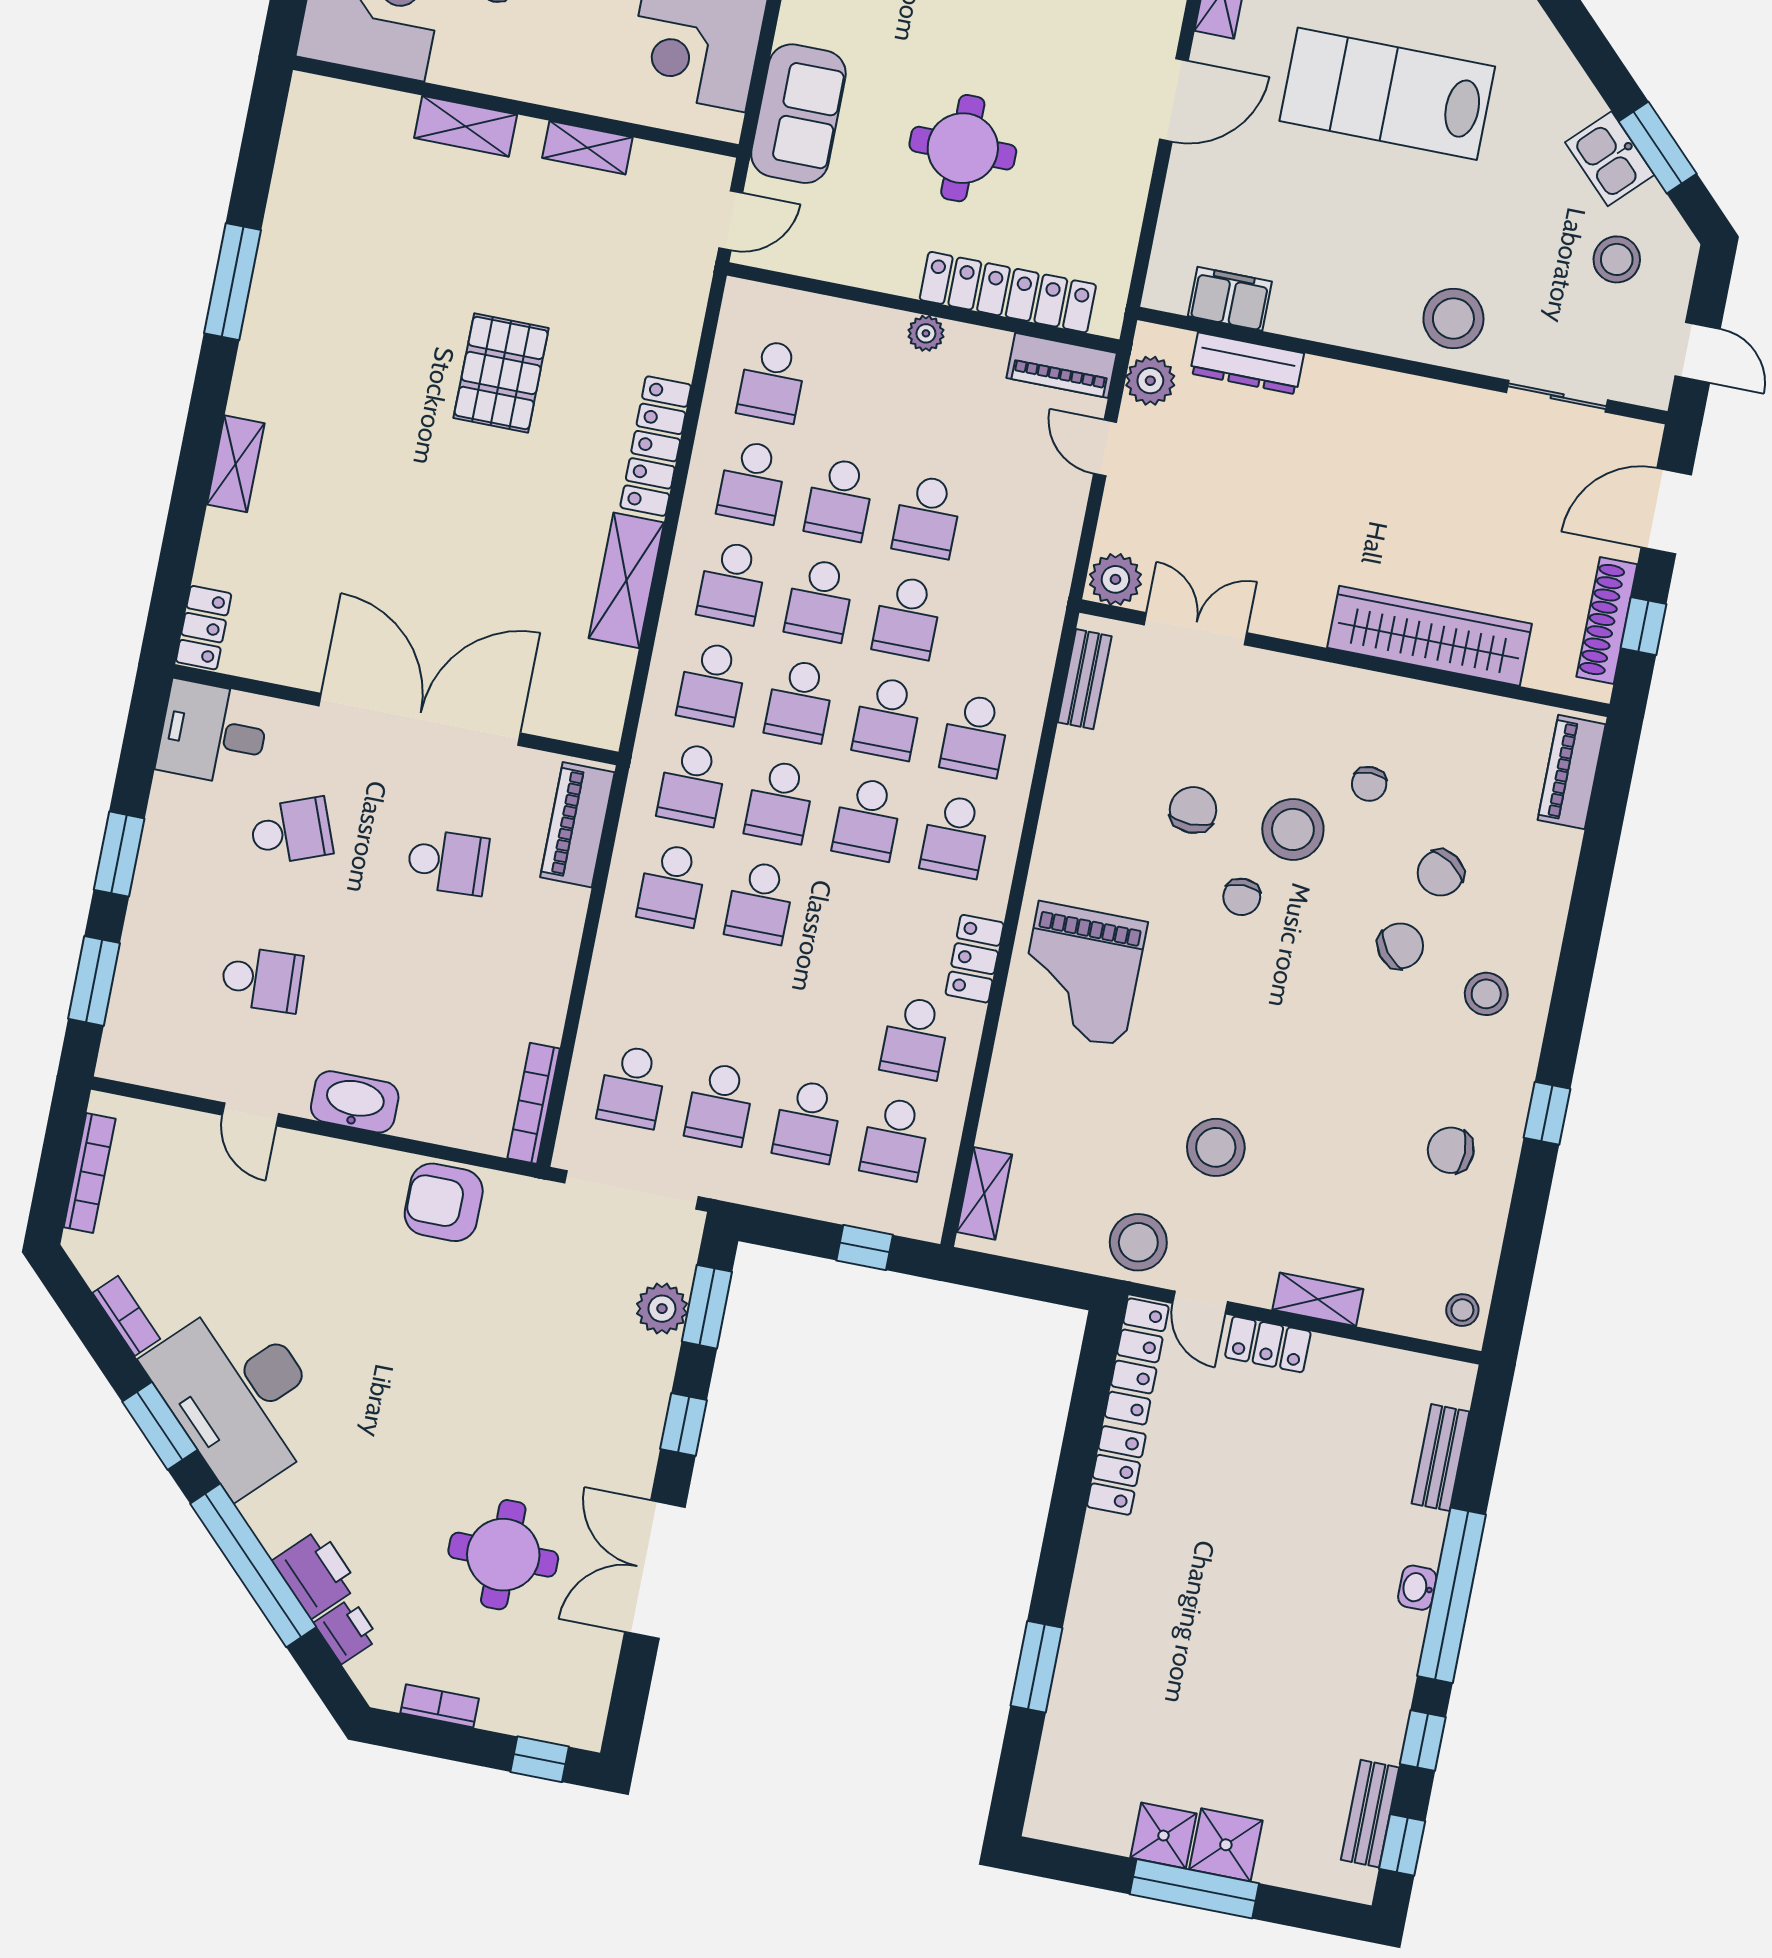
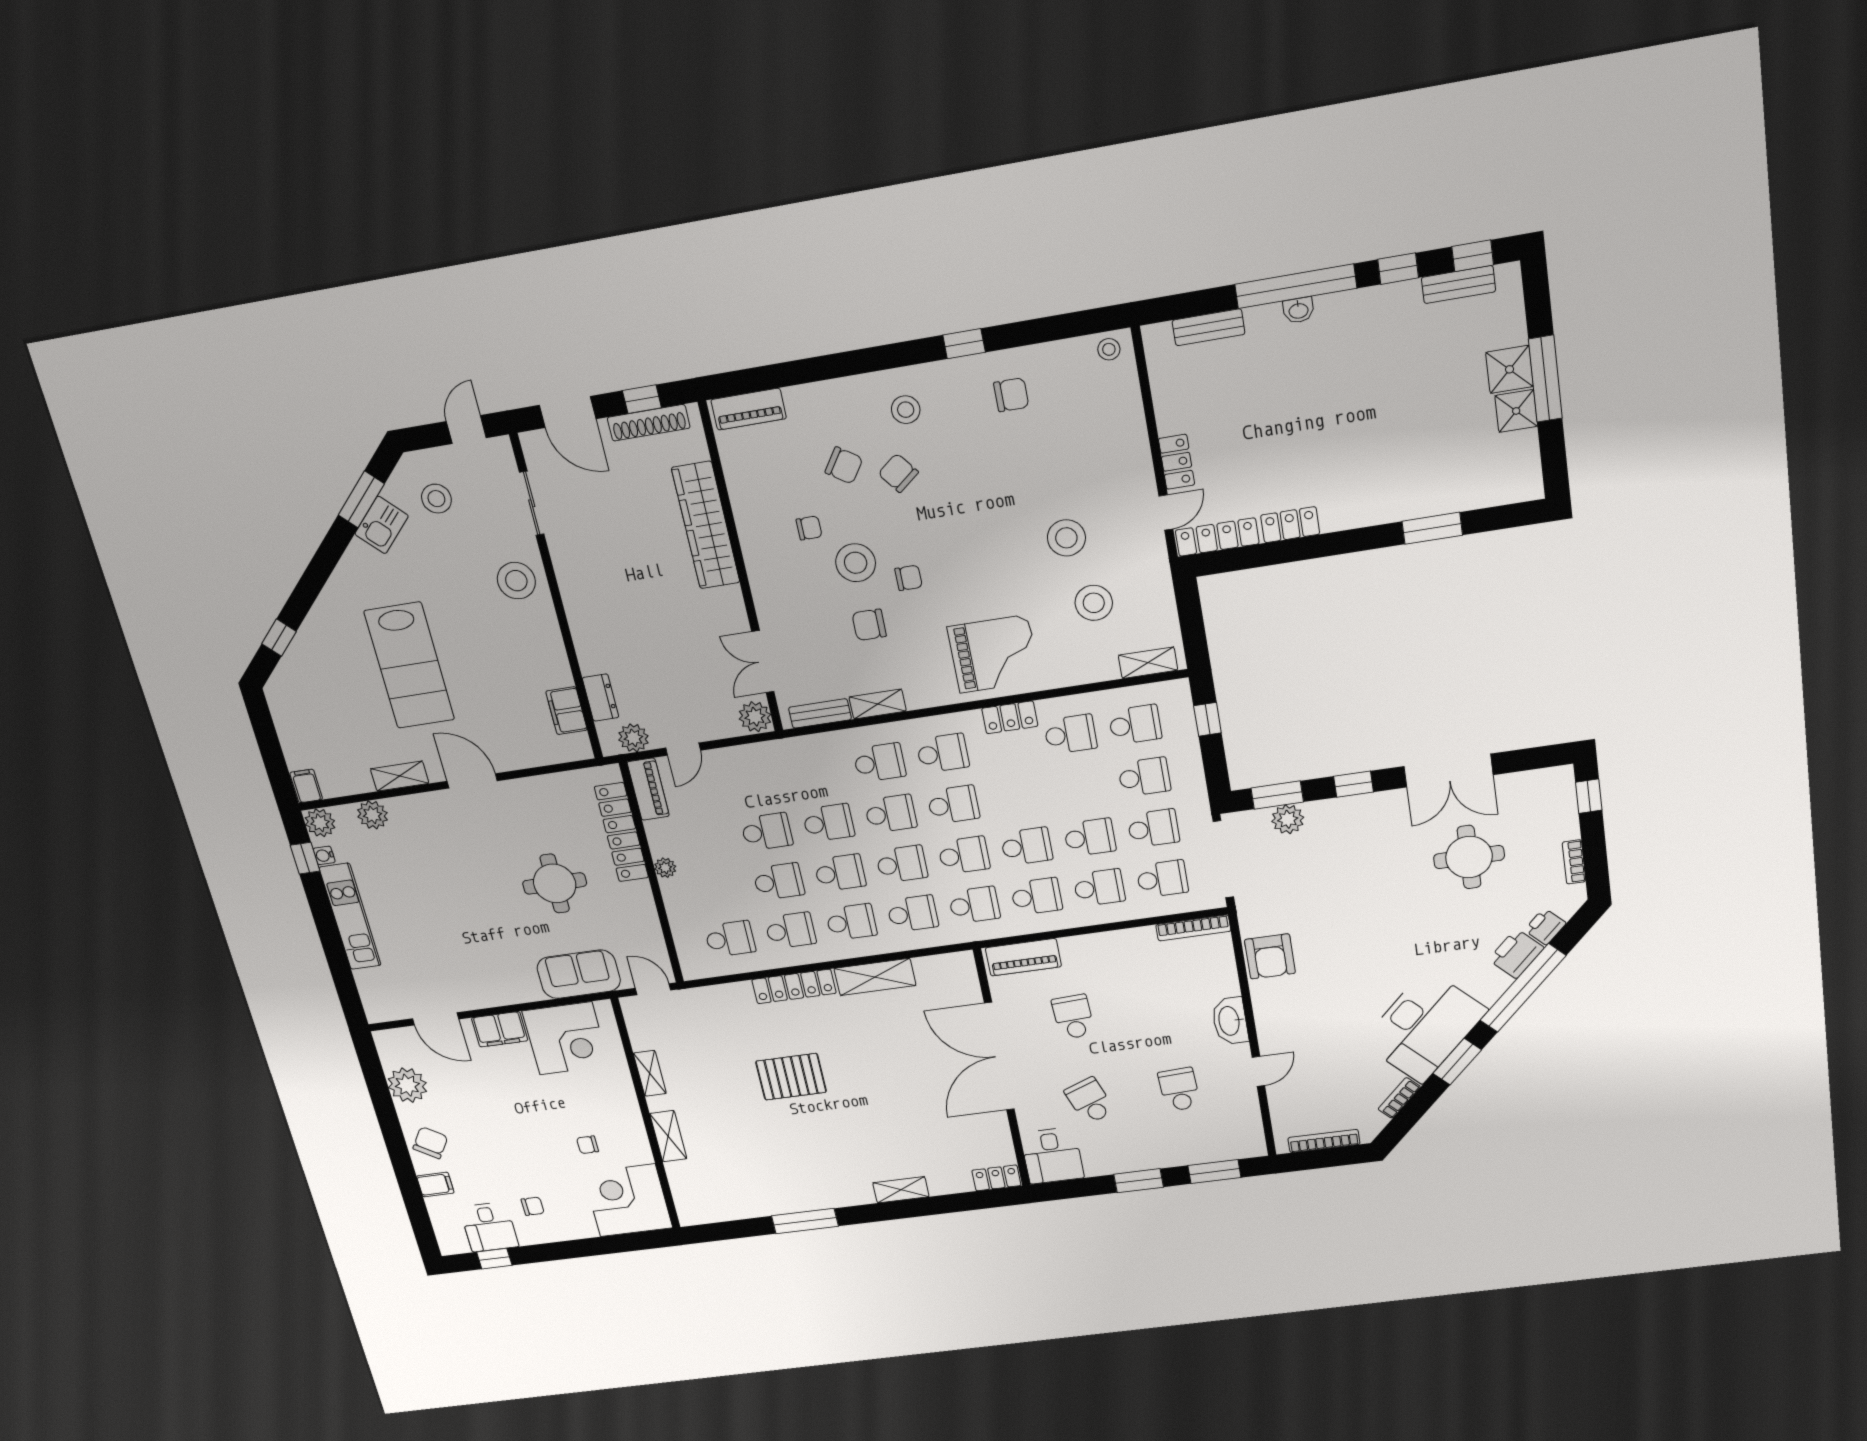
dresser: (1247, 363) -> (601, 698), width x0.70
school desk: (652, 986) -> (1099, 888), added
school desk: (740, 1003) -> (1090, 837), added
chair: (1451, 1150) -> (1011, 395), turned -90
stool: (1138, 1242) -> (1094, 603), moved
shelving: (1318, 1299) -> (878, 704), moved, turned 90

